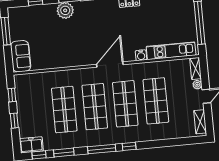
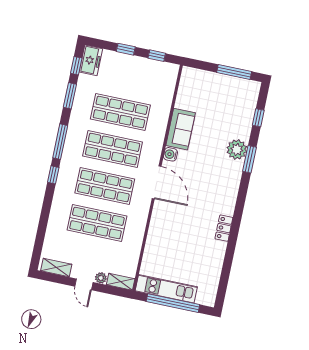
kitchen unit: (171, 51) -> (166, 289), moved, turned -90
water cooler: (141, 55) -> (170, 154), moved
sofa: (21, 56) -> (181, 129), moved, turned -90

